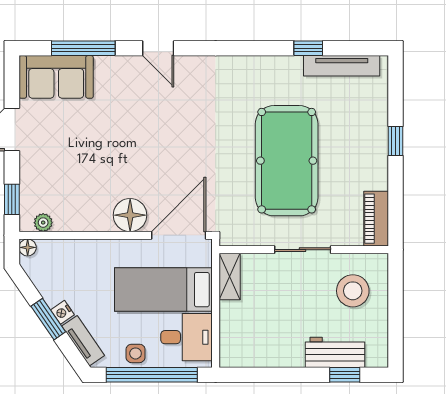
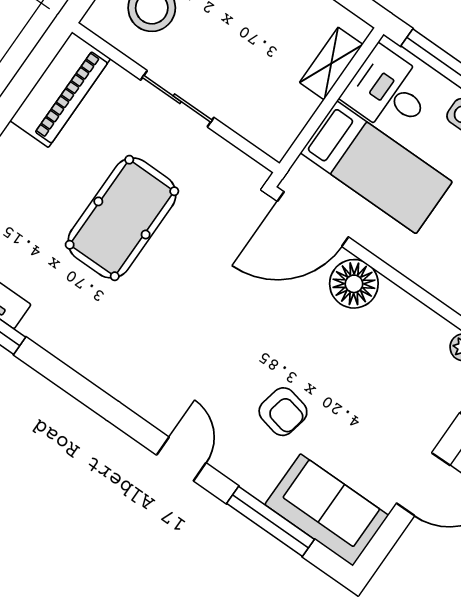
armchair: (120, 115) -> (283, 412), added
pool table: (287, 161) -> (122, 218), width x0.73, depth x0.76
piano: (376, 219) -> (60, 90), width x1.37, depth x1.33
shelving: (230, 277) -> (331, 63), moved

